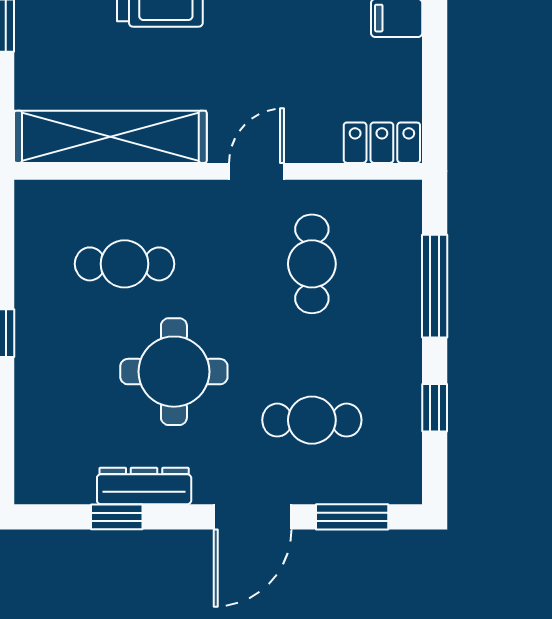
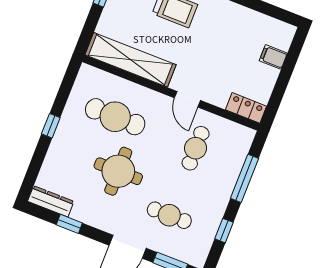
door: (257, 171) -> (187, 99), swing flipped
cafe table: (124, 264) -> (115, 117), width x1.37, depth x1.35
dresser: (144, 486) -> (51, 201), moved

